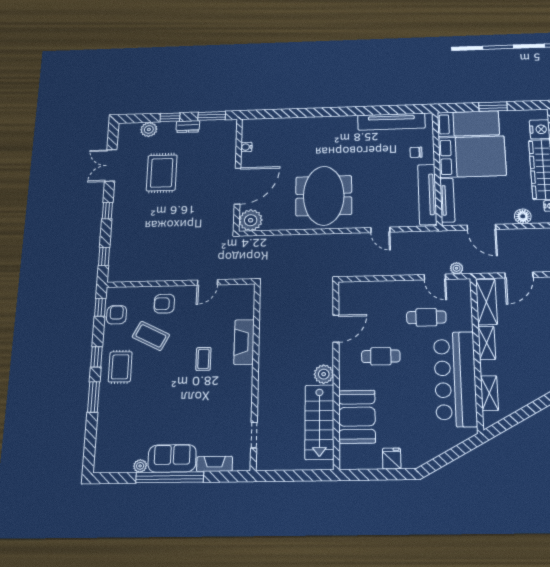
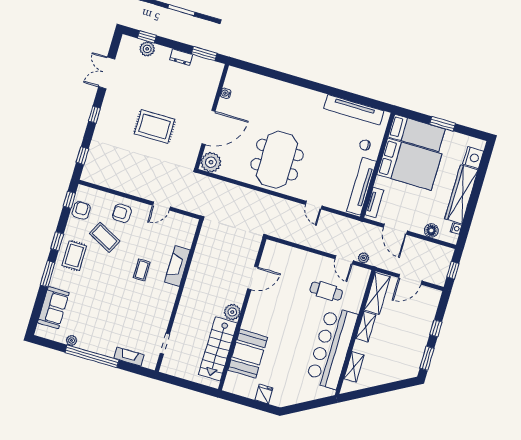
window: (170, 117) -> (147, 37), moved
rug: (162, 173) -> (155, 127), moved, turned 90
tv unit: (447, 200) -> (374, 202), width x0.71
cafe table: (381, 356) -> (281, 312), removed
sofa: (172, 458) -> (53, 308), moved, turned 90

